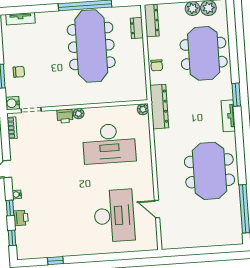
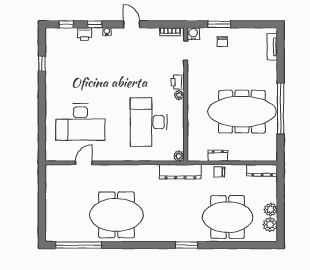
dresser: (137, 28) -> (218, 156), moved
tv unit: (228, 116) -> (167, 236), removed

